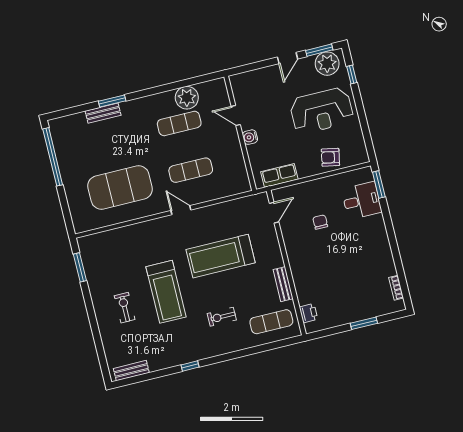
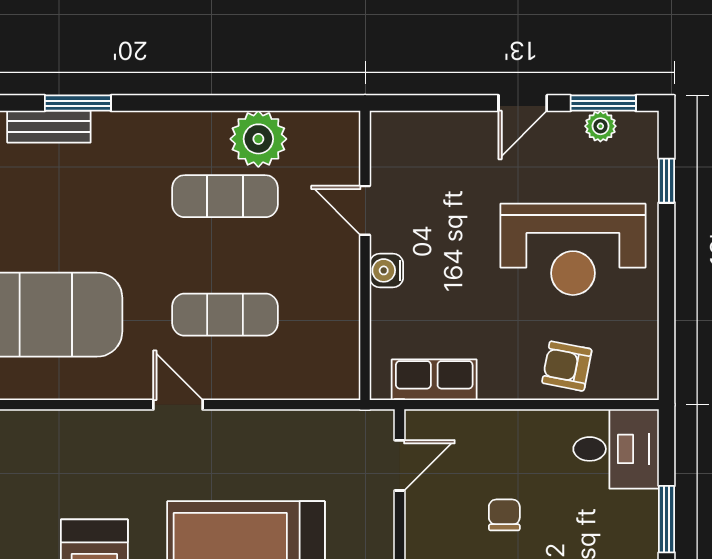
plant: (327, 64) -> (600, 126), width x0.53, depth x0.53
window: (379, 185) -> (667, 519), moved
desk: (362, 201) -> (616, 449), moved

